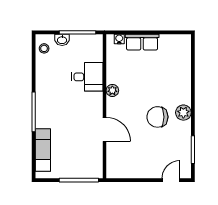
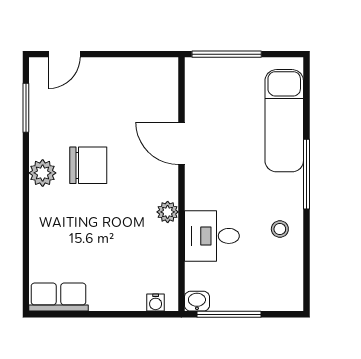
washbasin: (62, 40) -> (197, 301), moved
row of seats: (142, 42) -> (59, 297), moved
stool: (44, 48) -> (280, 229), moved
exam couch: (43, 150) -> (284, 121), width x1.36, depth x1.45

